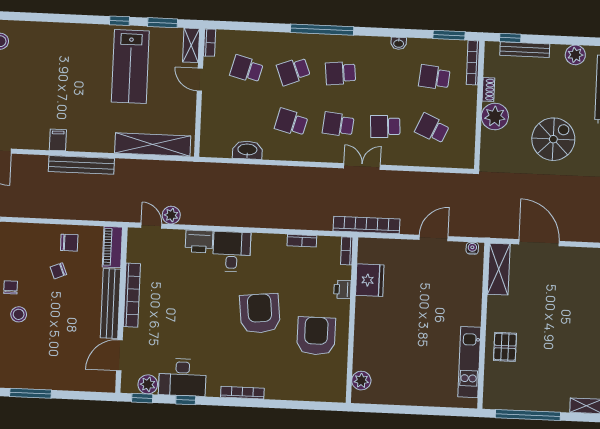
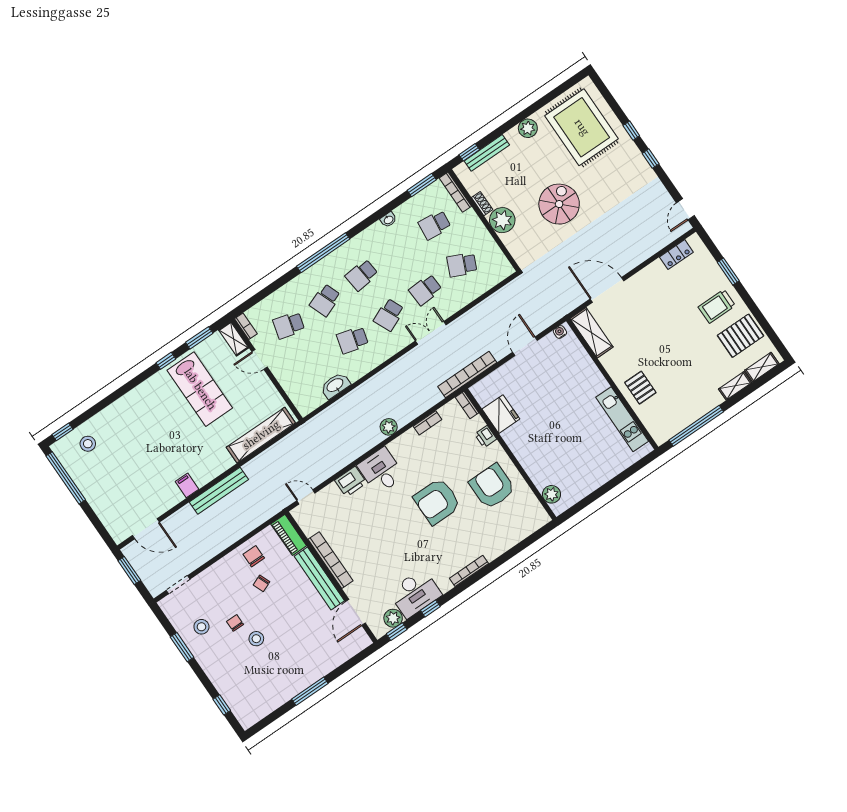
school desk: (338, 124) -> (389, 315), turned -30
plant: (171, 215) -> (389, 427), moved
chair: (69, 243) -> (254, 556), turned -90
armchair: (260, 313) -> (437, 501), turned -84

